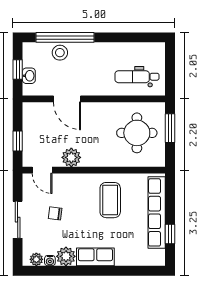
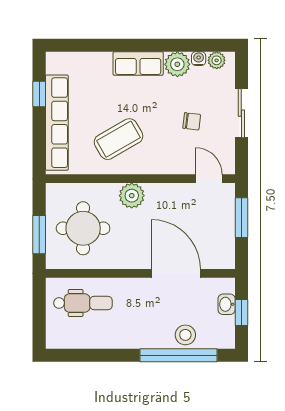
door: (67, 99) -> (176, 273), width x1.36
window: (18, 141) -> (241, 218), width x1.50
plant: (71, 157) -> (132, 196), moved
coffee table: (110, 200) -> (119, 139), turned 60

